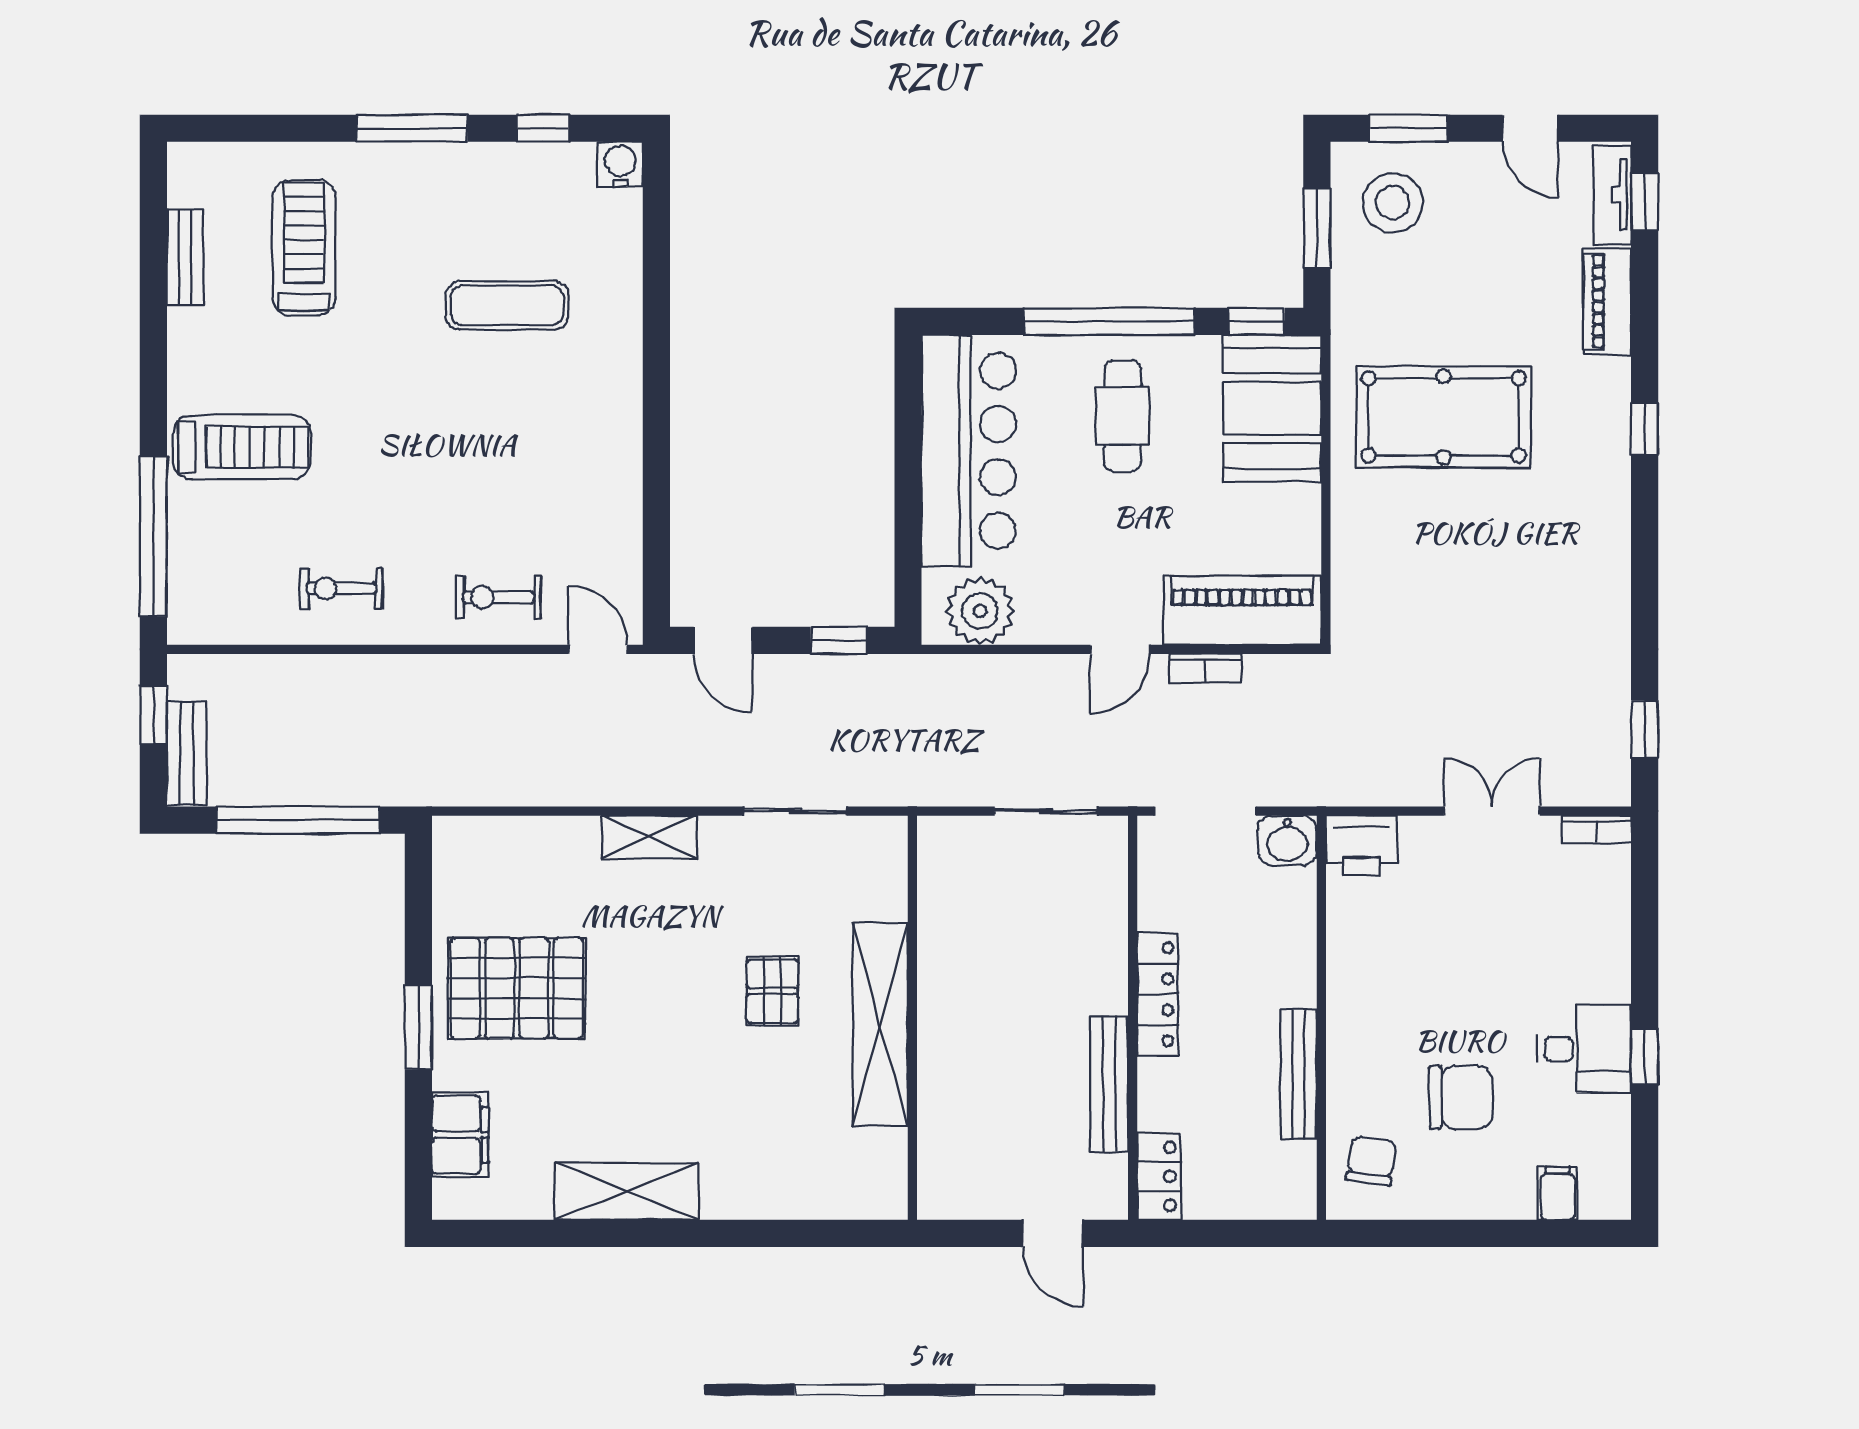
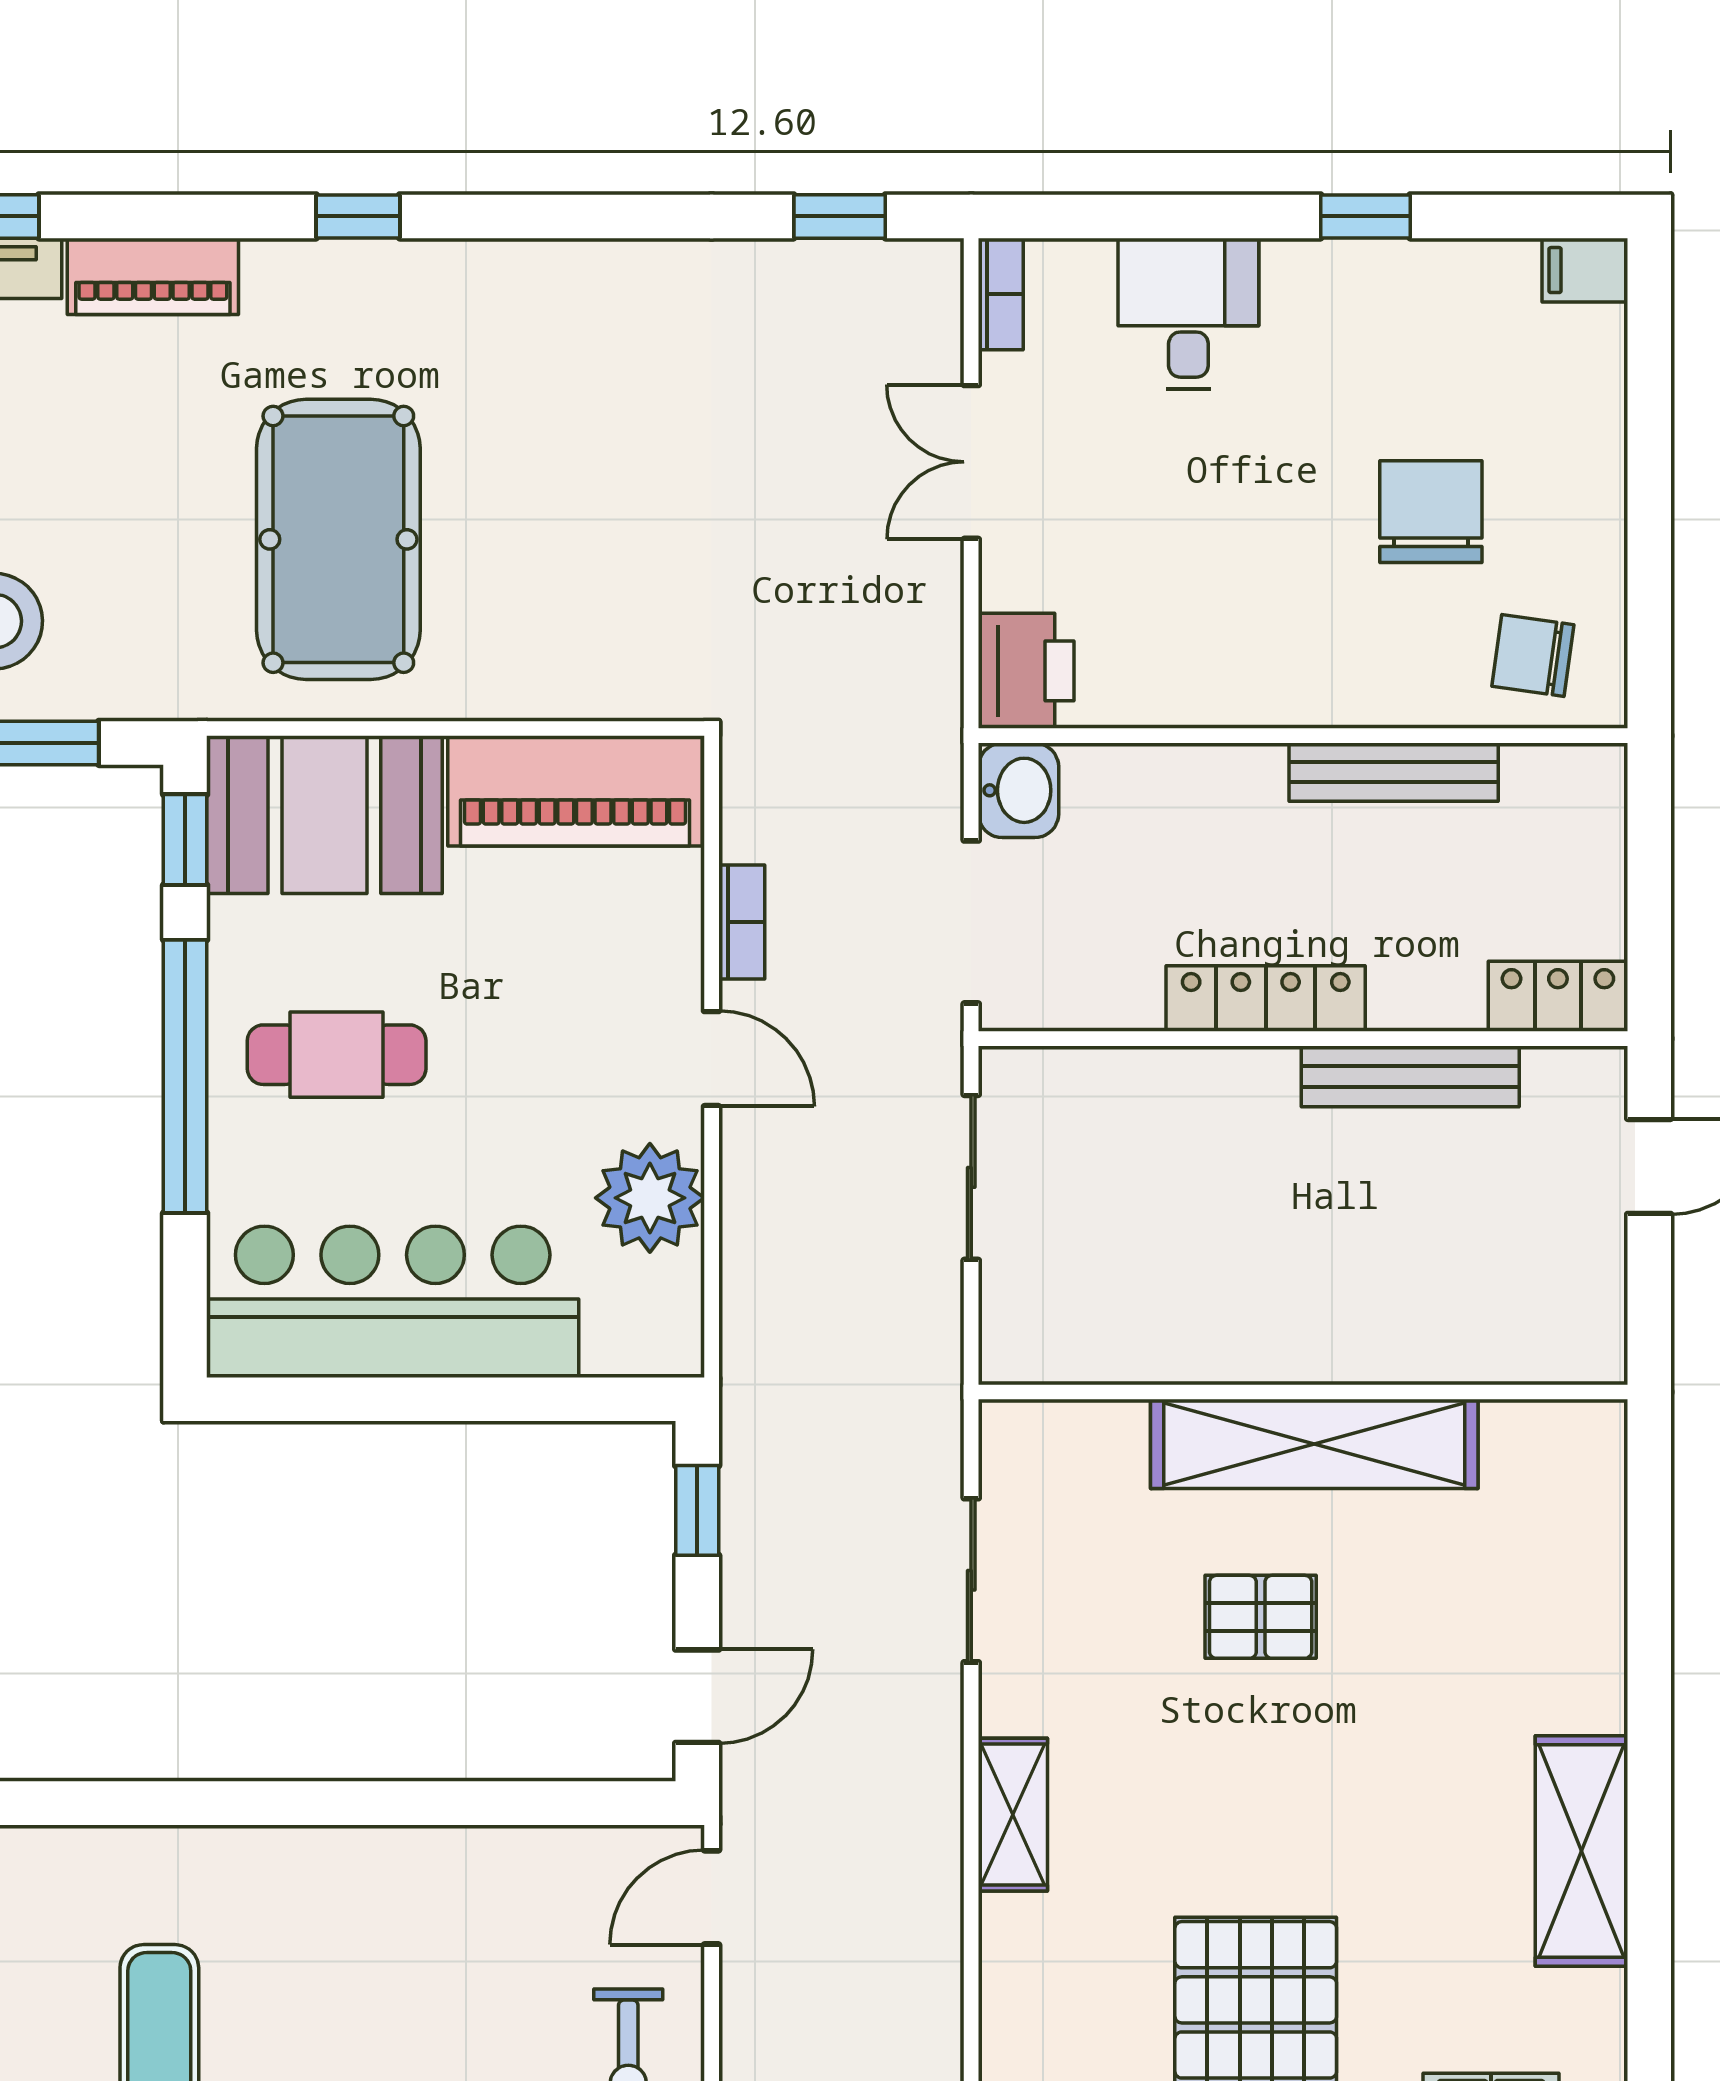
piano: (1242, 610) -> (575, 791), moved, turned -90
plant: (980, 611) -> (650, 1198), moved
desk: (1584, 1049) -> (1188, 314), moved
filing cabinet: (1558, 1193) -> (1585, 270), moved

